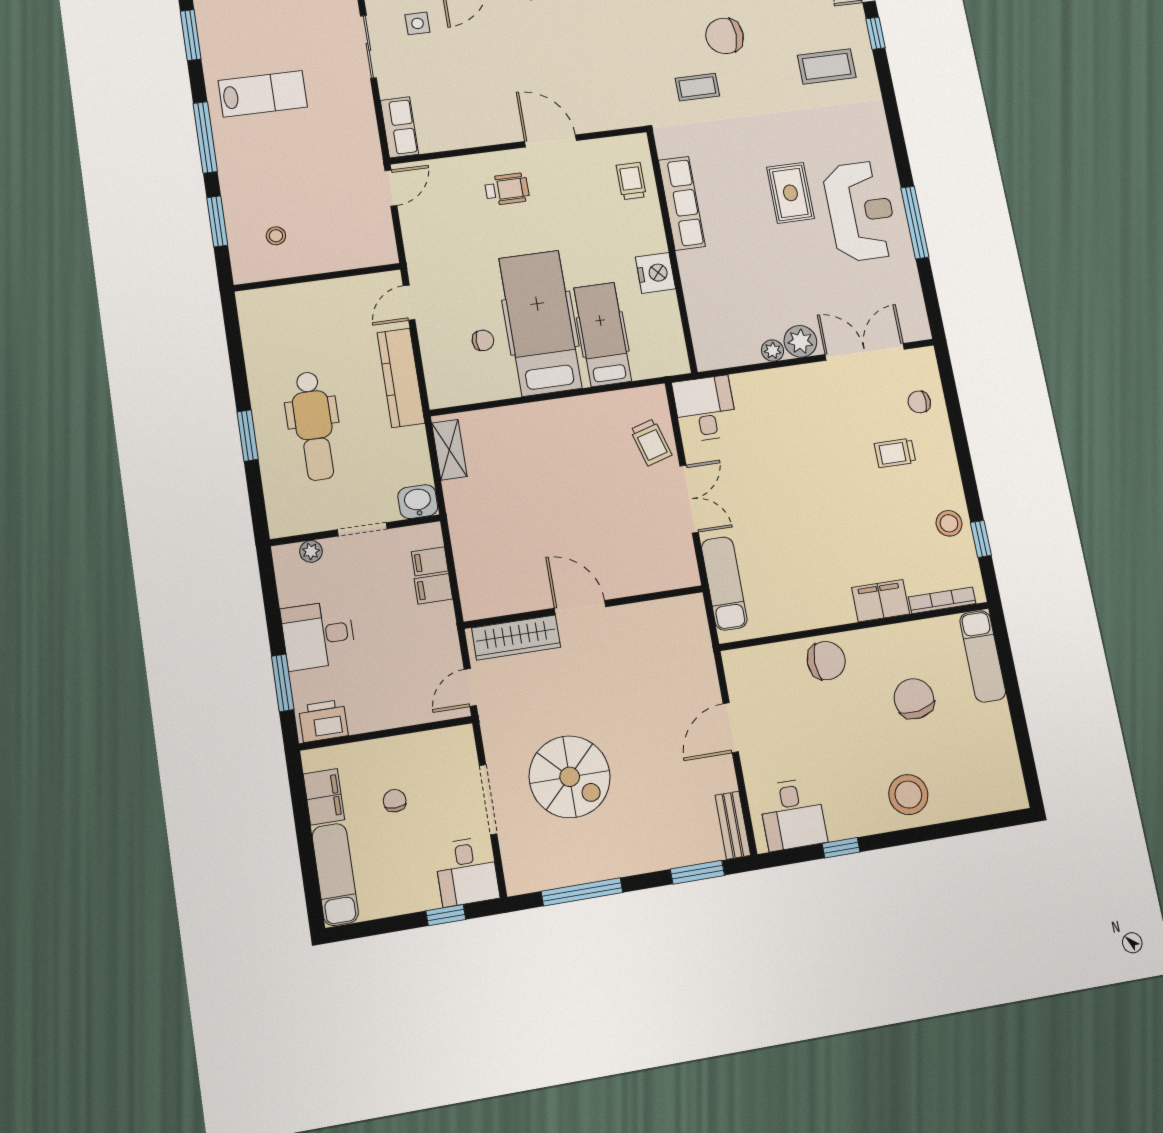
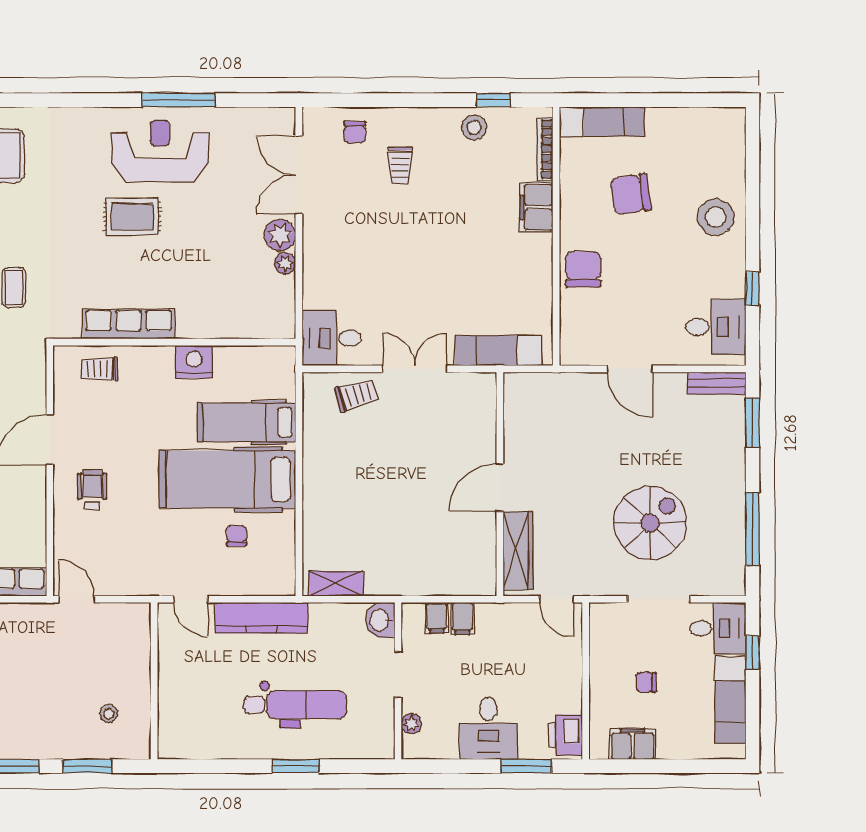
exam couch: (335, 874) -> (730, 700), moved, turned -90

